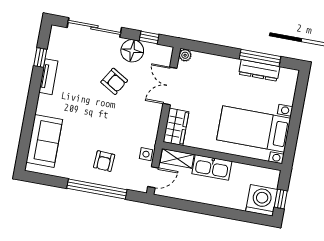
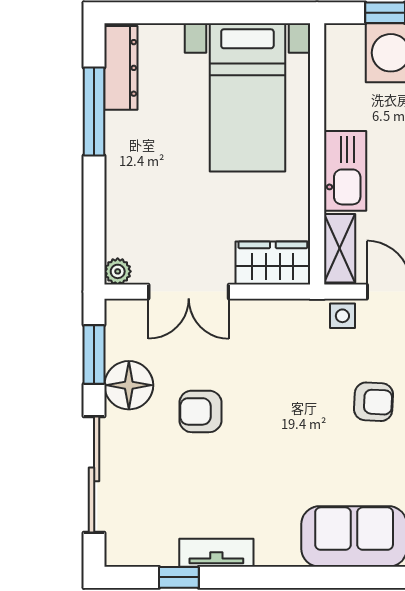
window: (149, 37) -> (94, 354), width x1.50
dresser: (259, 70) -> (121, 68), moved
armchair: (114, 81) -> (200, 411), turned -121

